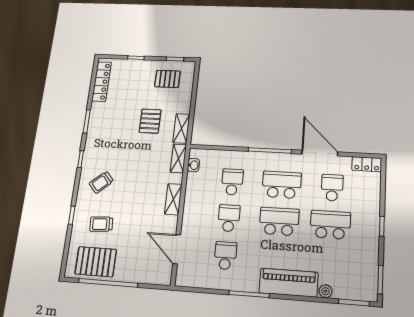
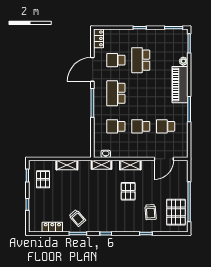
locker: (102, 82) -> (52, 227), width x0.66
pallet: (150, 121) -> (128, 191), moved, turned 90
shelving: (181, 128) -> (67, 165), moved
trolley: (101, 182) -> (77, 218), moved
school desk: (279, 221) -> (141, 93), removed

